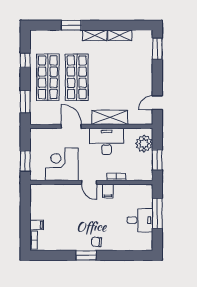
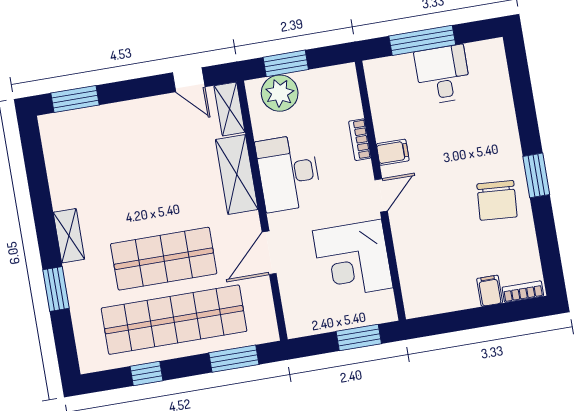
shelving: (120, 35) -> (229, 109), moved
shop shelf: (48, 77) -> (174, 320), width x1.40
window: (157, 160) -> (286, 63), moved
chair: (97, 242) -> (497, 200), moved, width x1.87, depth x1.87

